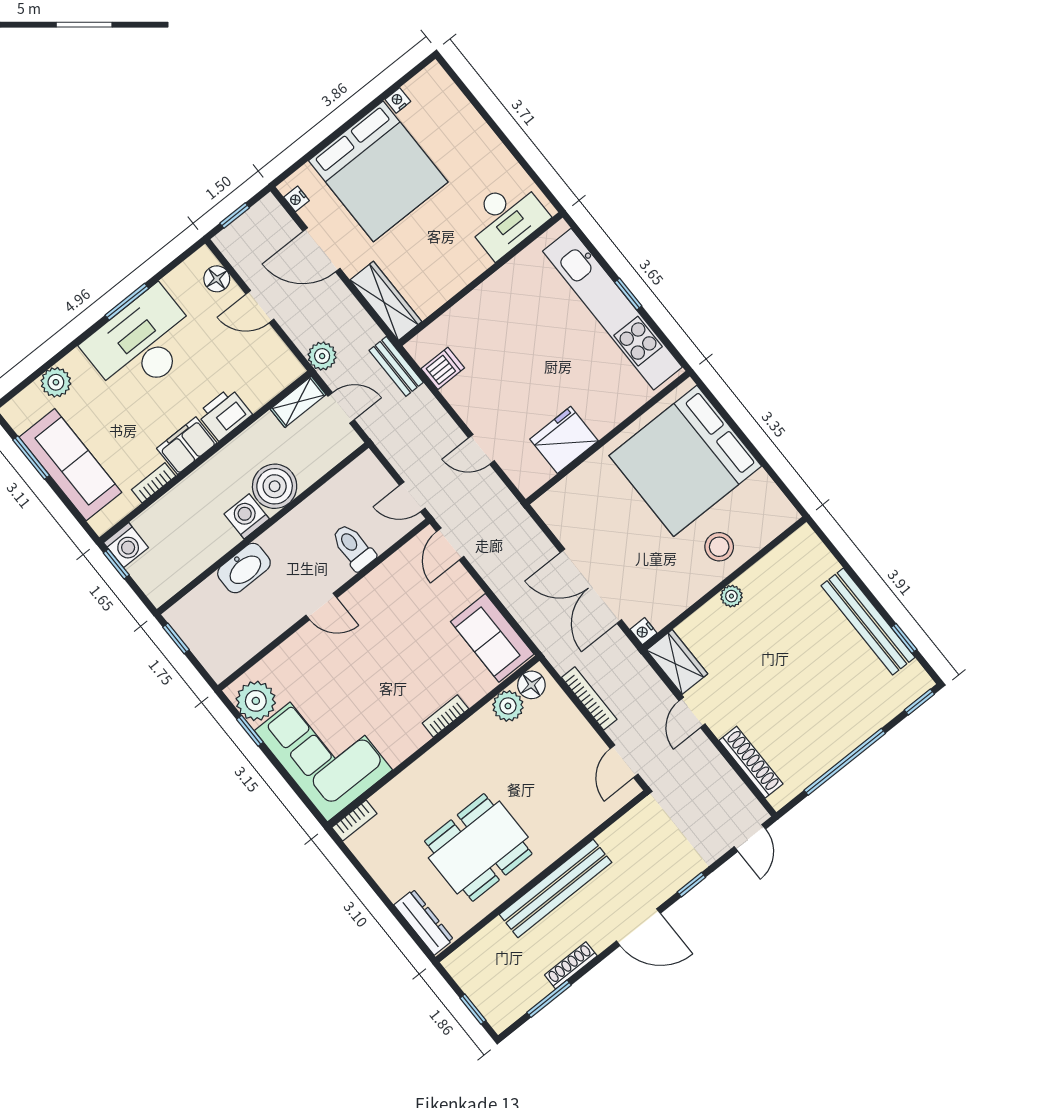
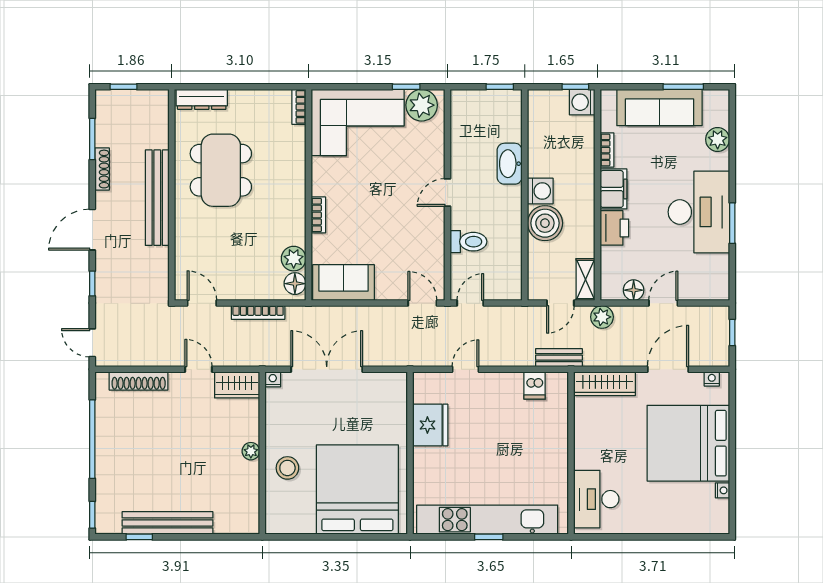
floor lamp: (217, 279) -> (634, 290), moved

